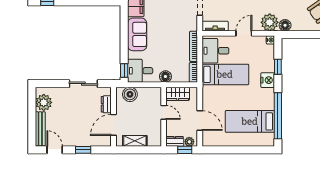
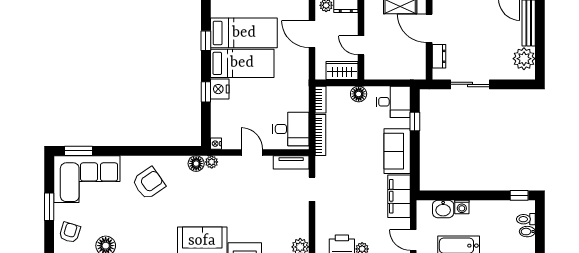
plant: (270, 22) -> (212, 162), width x0.53, depth x0.53
door: (244, 33) -> (252, 153), swing flipped
window: (278, 67) -> (206, 92), moved
window: (124, 71) -> (415, 122), moved
bed: (225, 74) -> (242, 63), moved, turned 180
boiler: (130, 94) -> (407, 70), removed
window: (278, 116) -> (206, 41), width x0.32
door: (114, 125) -> (429, 28), swing flipped

